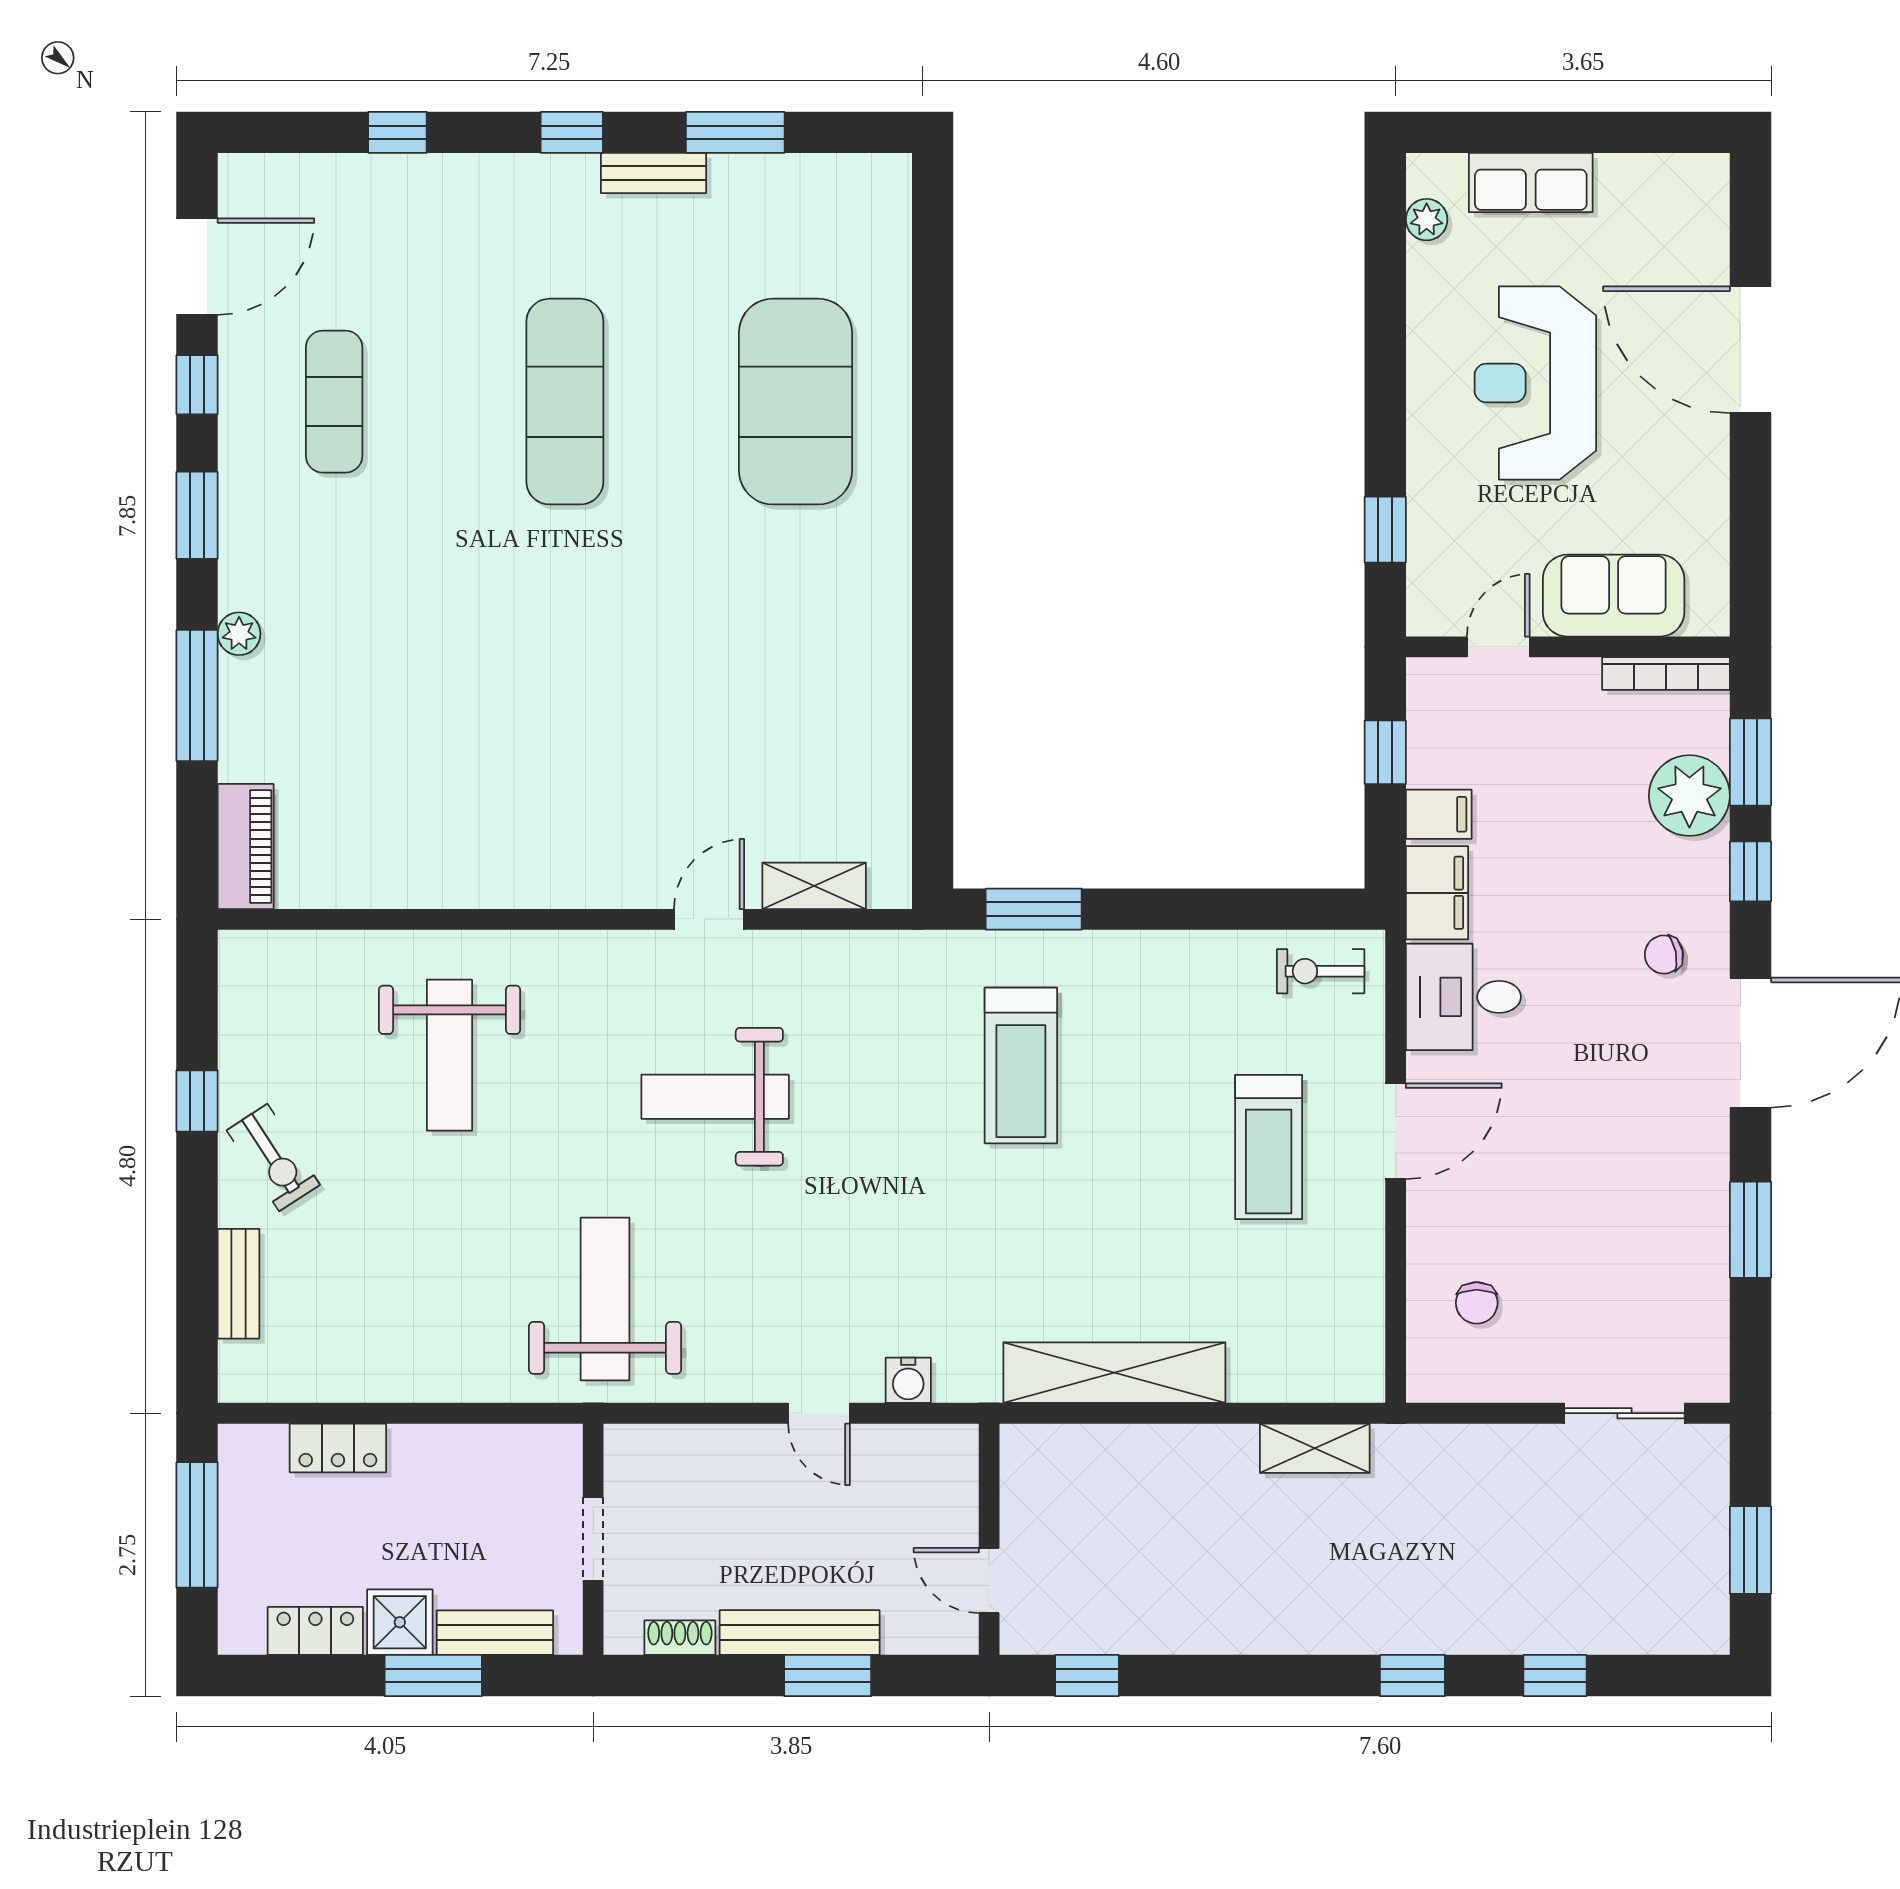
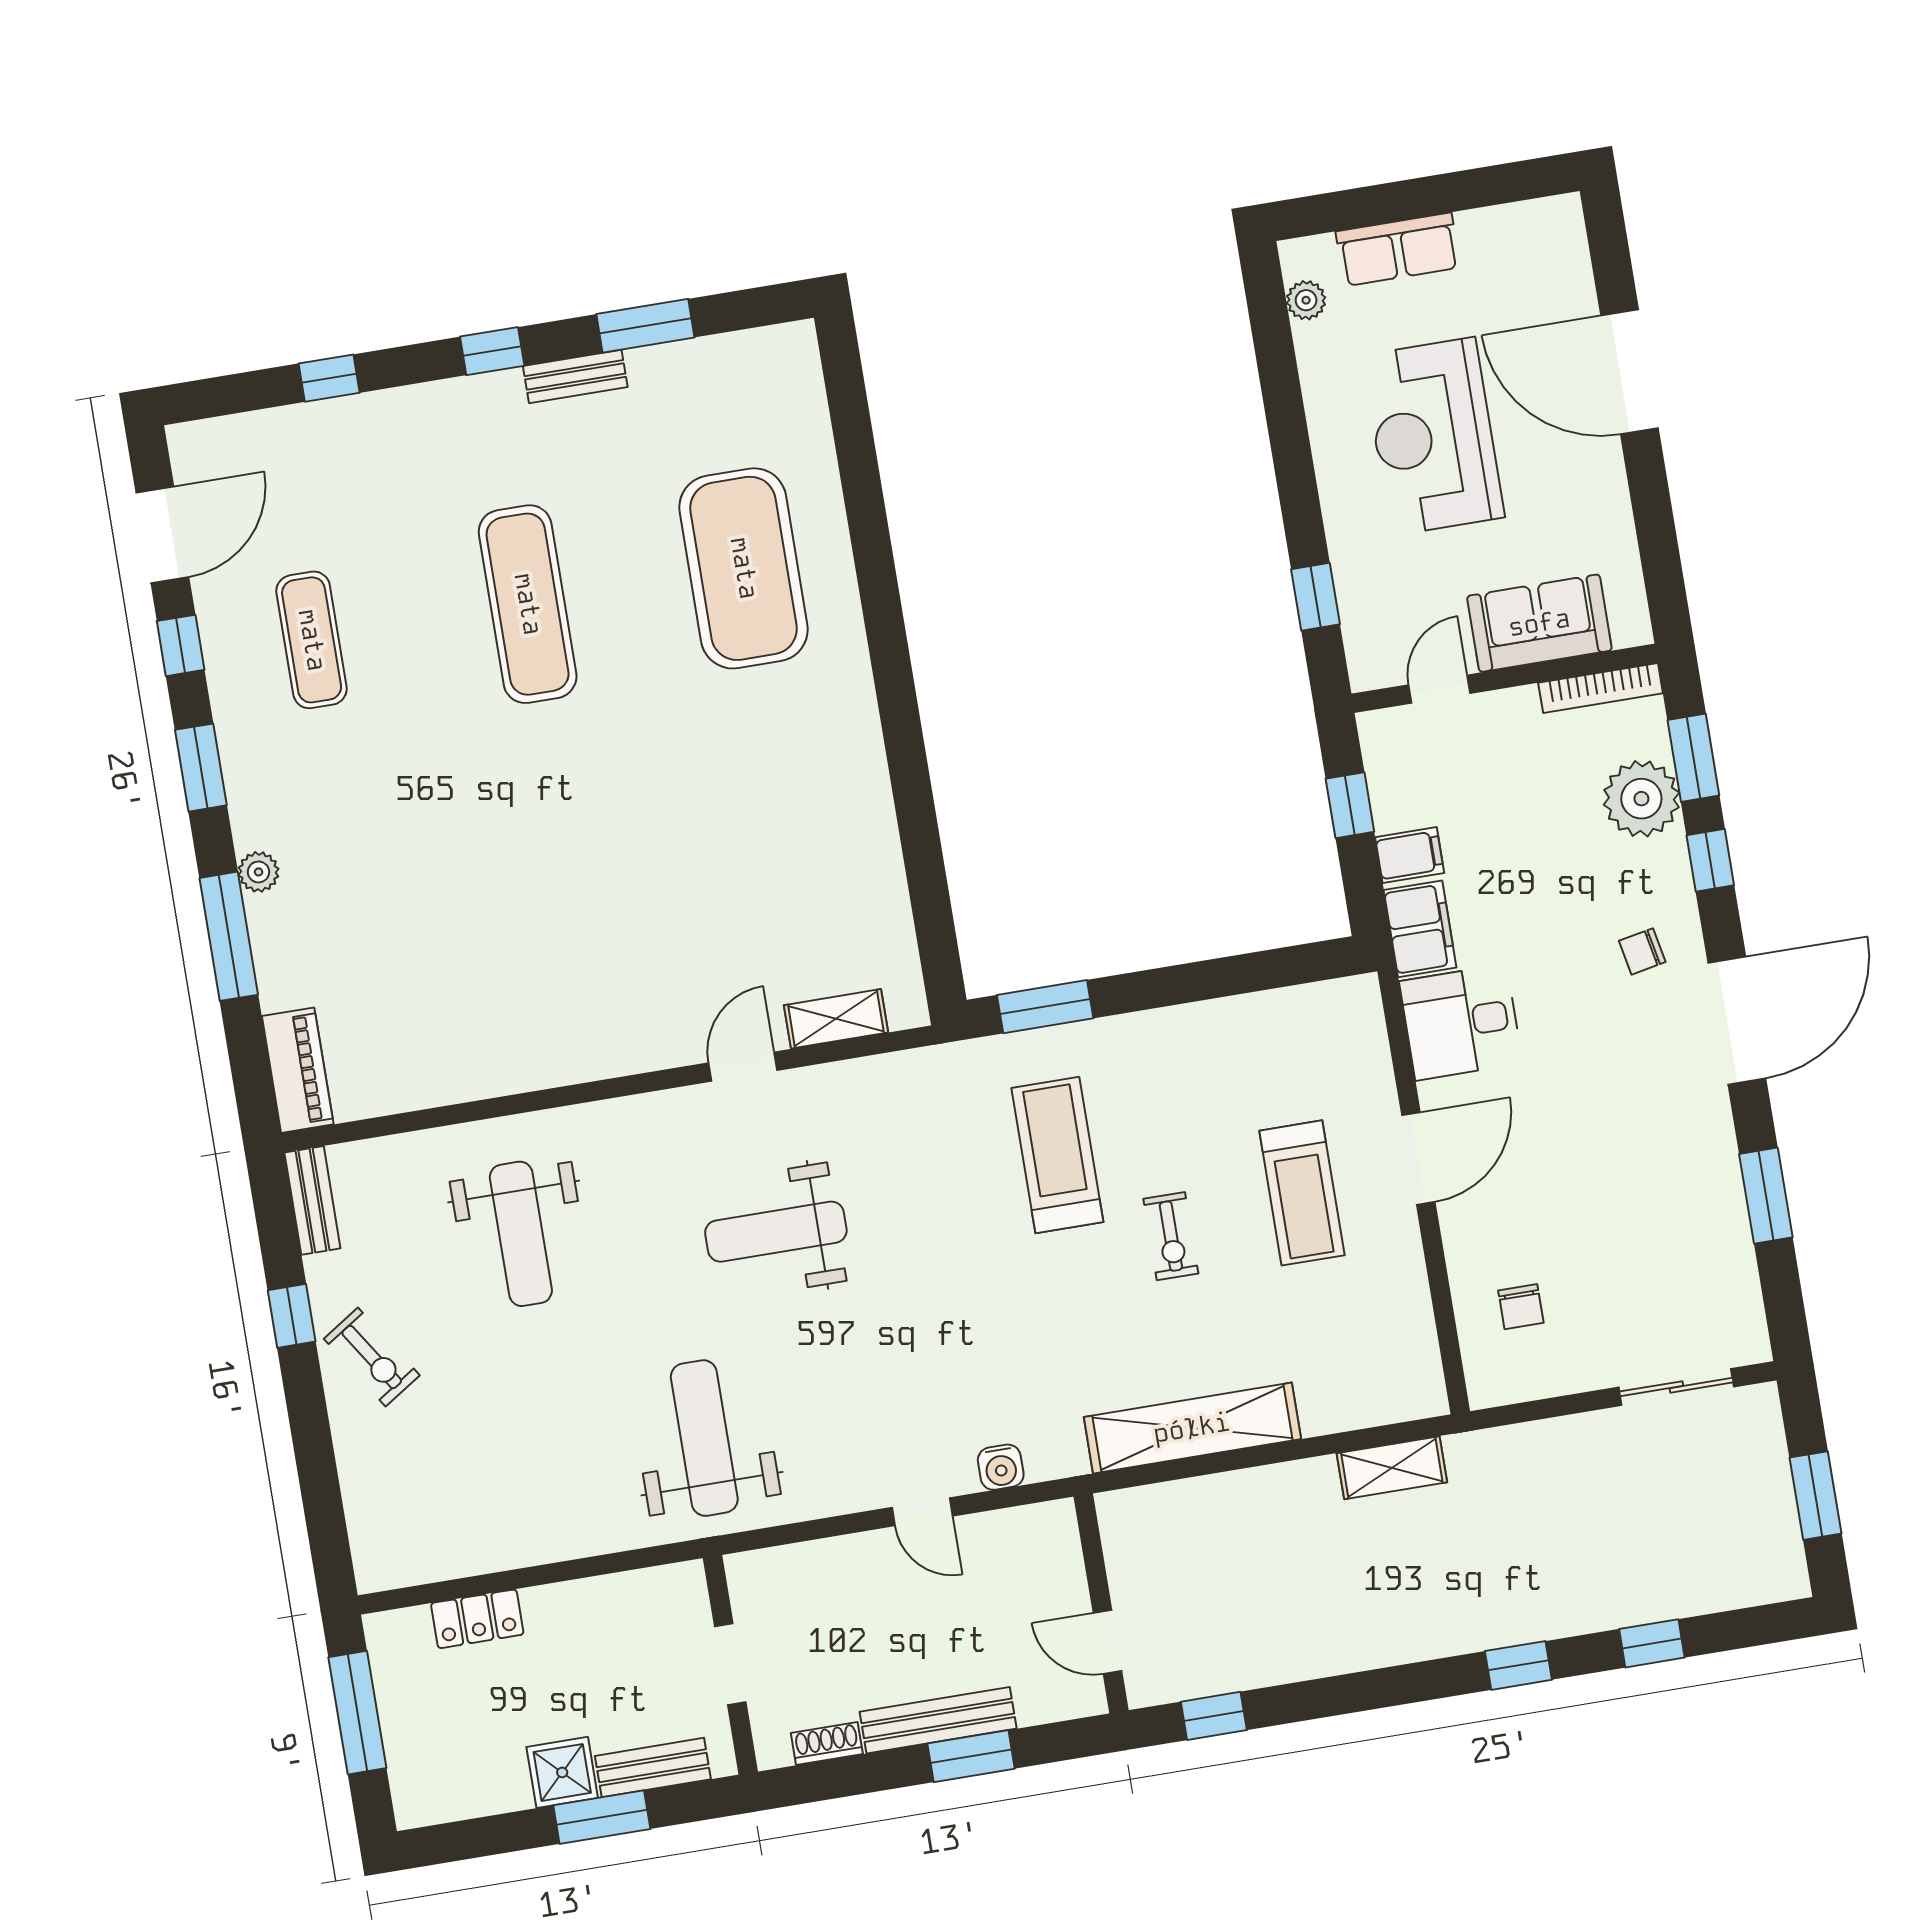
exercise bike: (1321, 971) -> (1171, 1236), moved, turned -90
treadmill: (1021, 1066) -> (1057, 1155), turned 180
bench: (239, 1284) -> (312, 1200), moved
locker: (315, 1631) -> (484, 1794), removed

